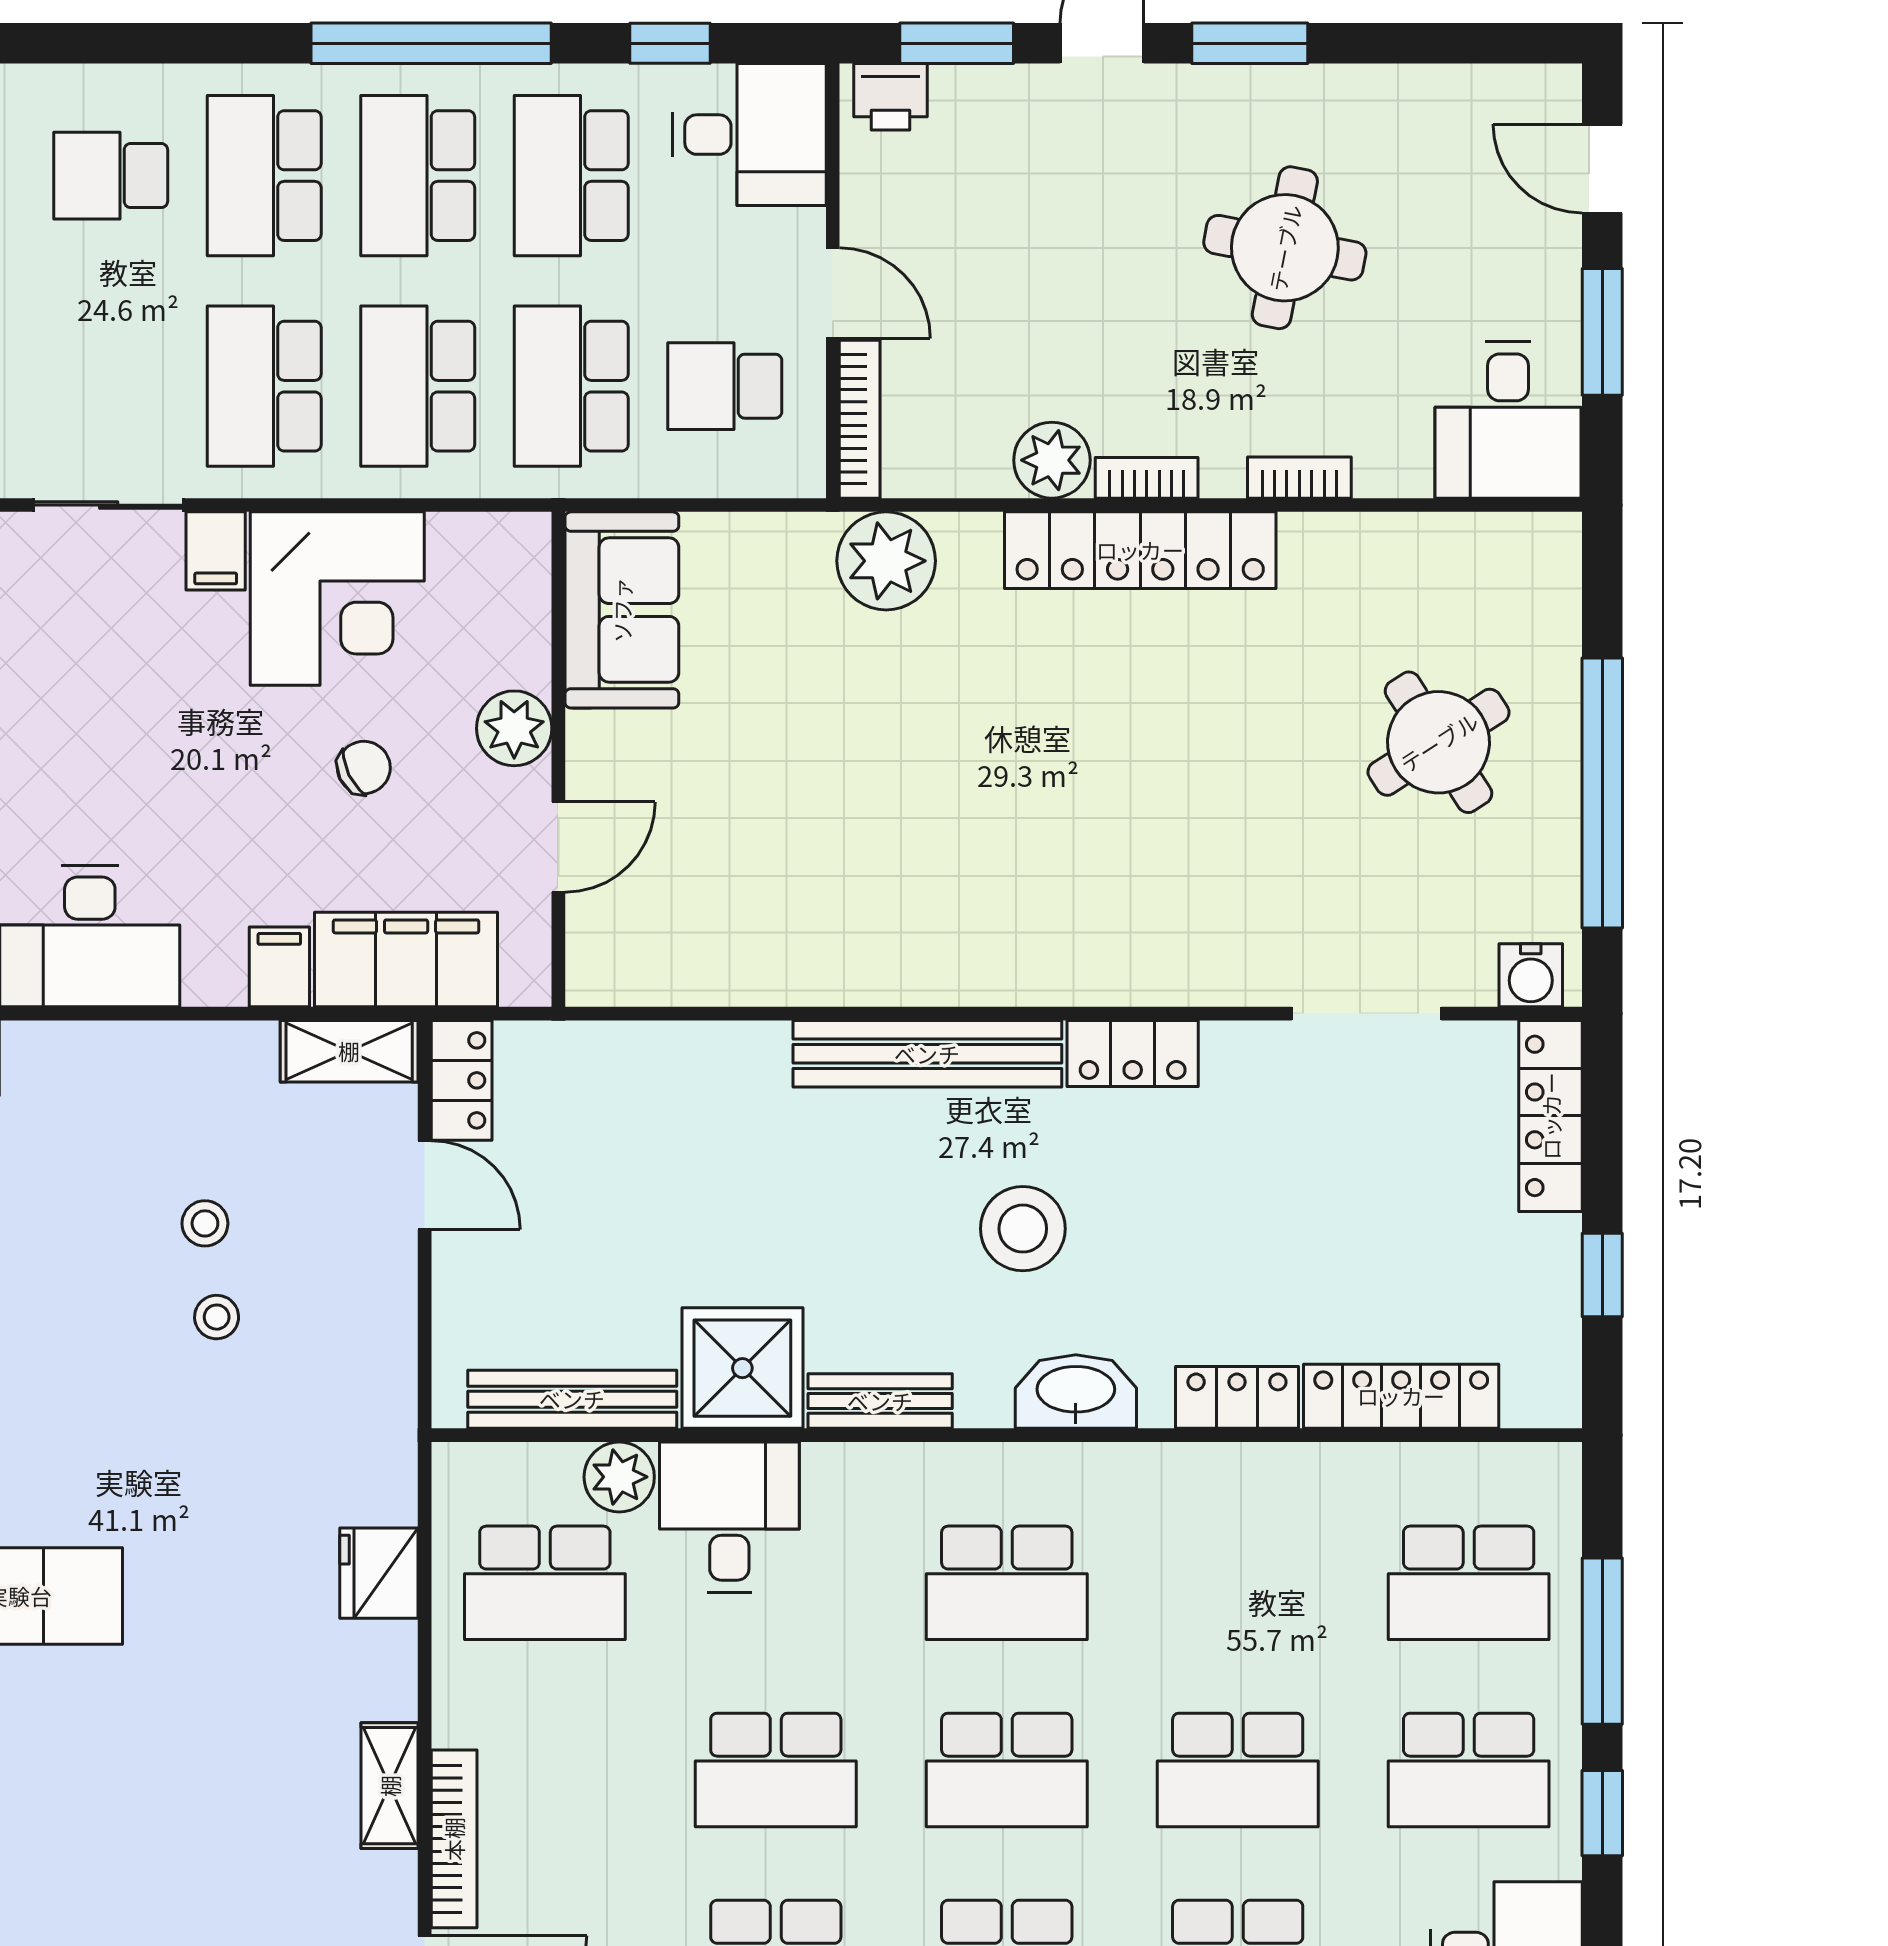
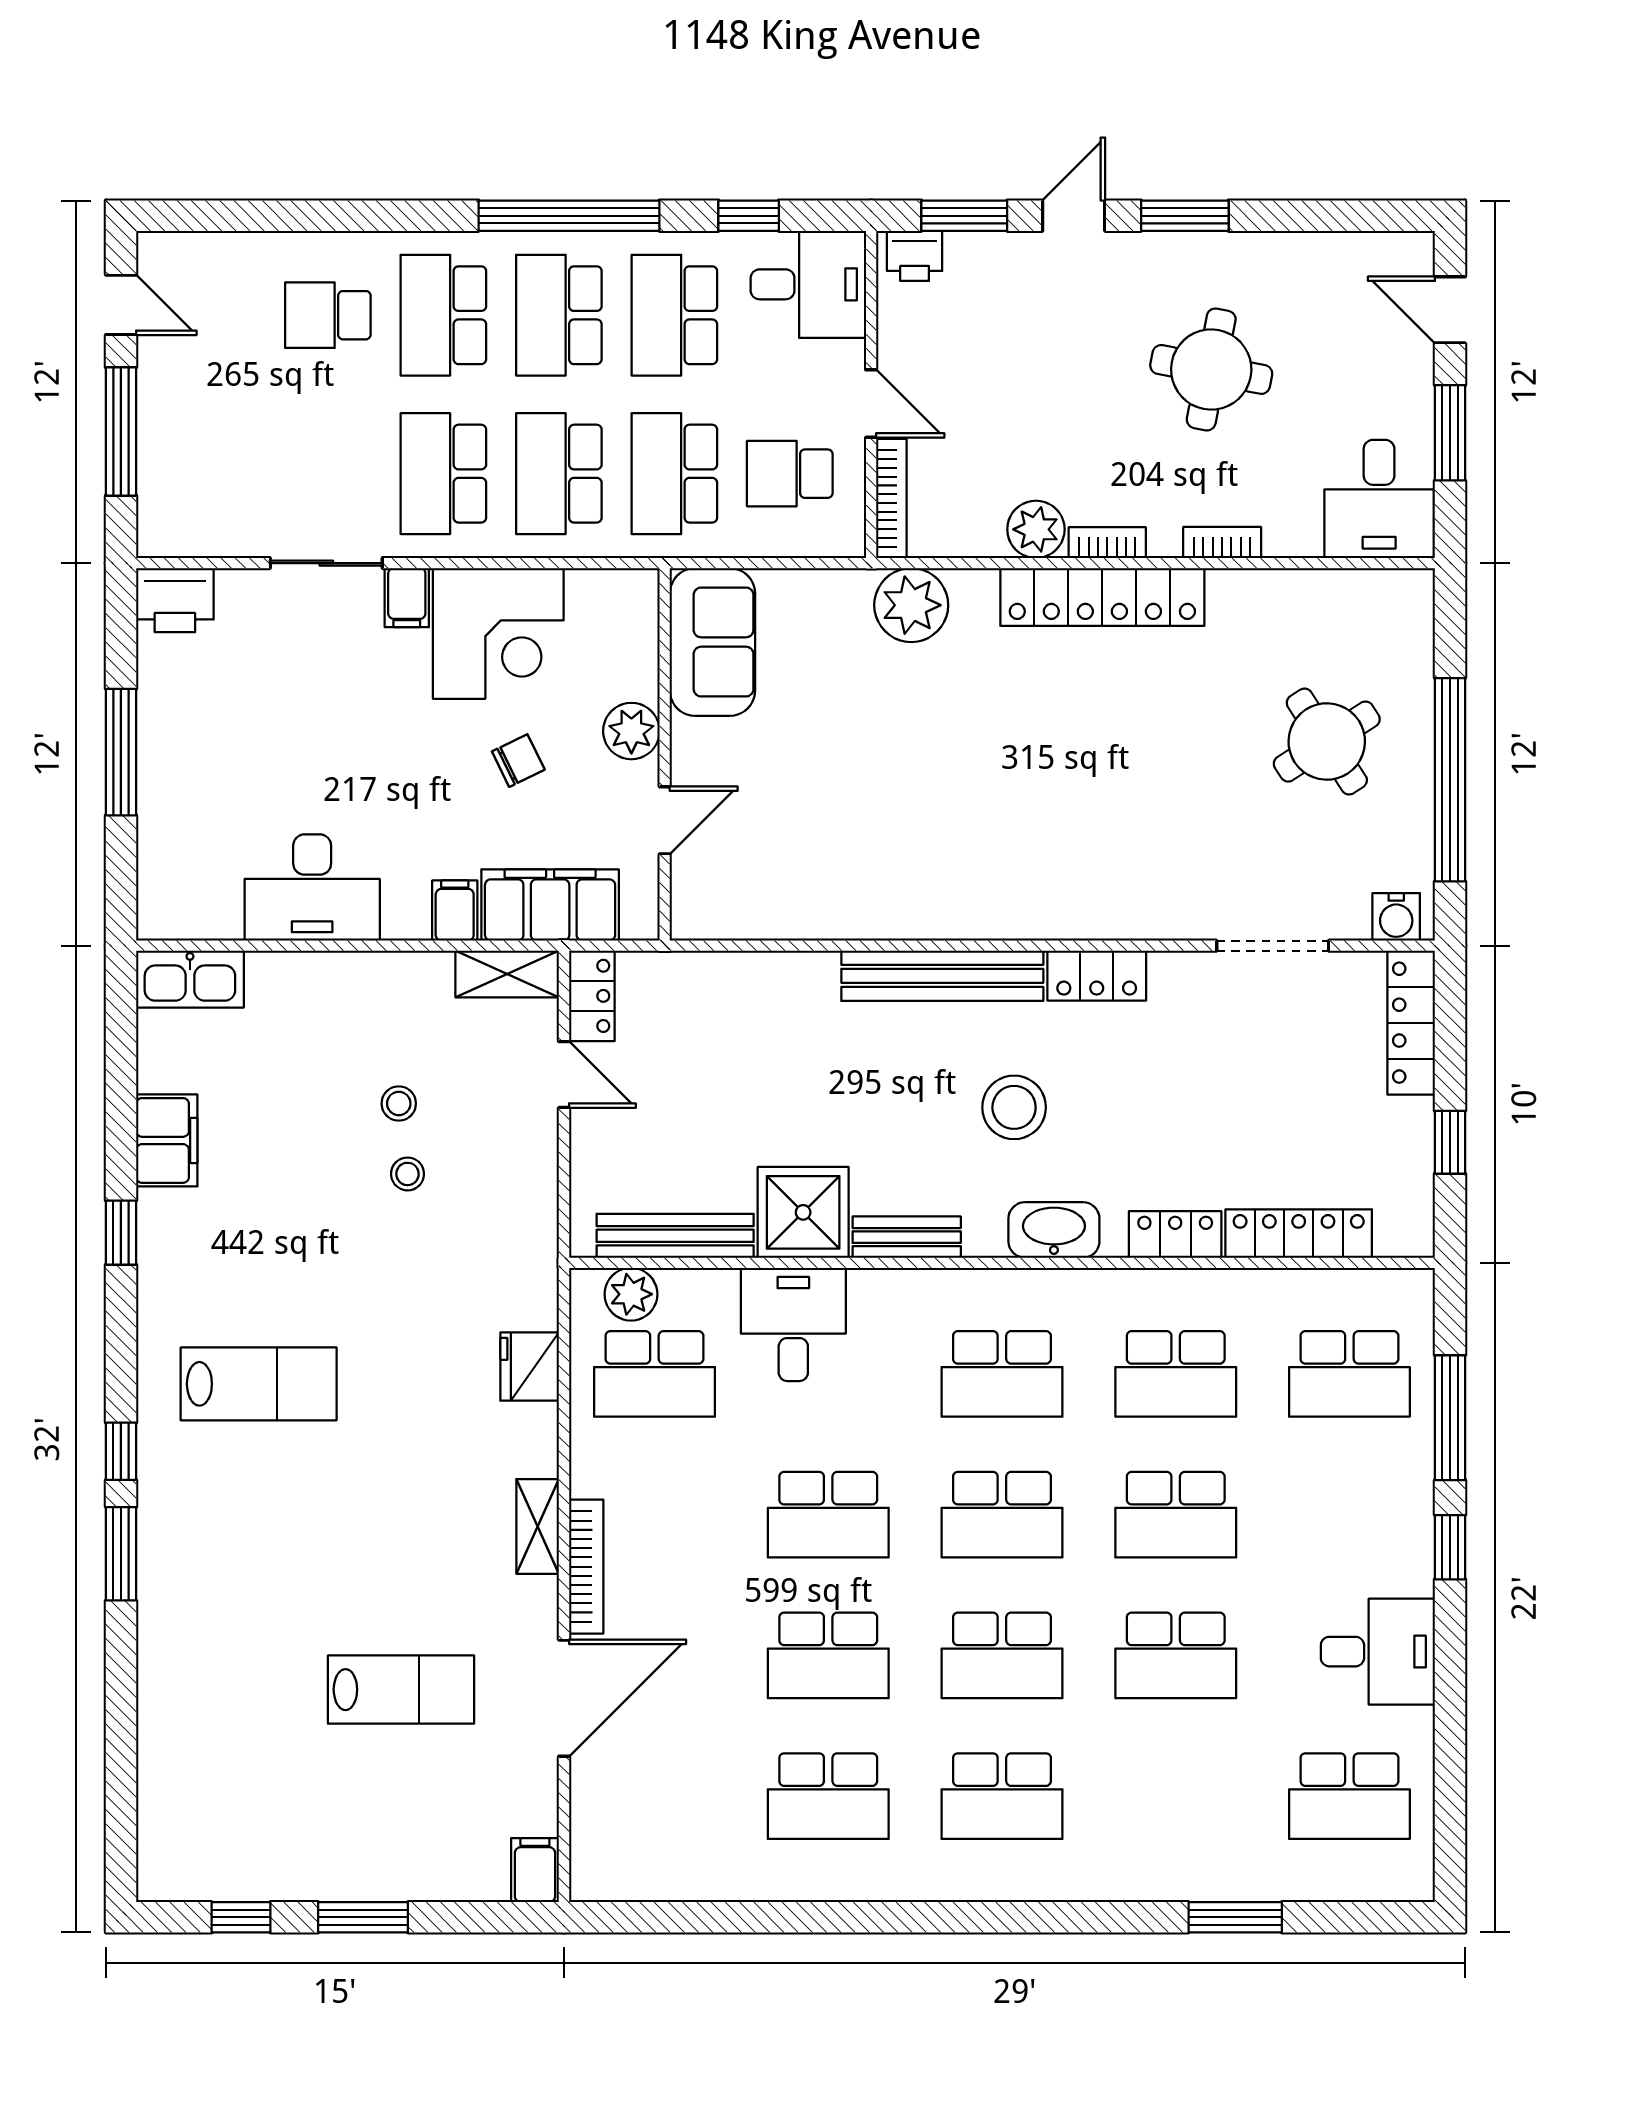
plant: (619, 1477) -> (631, 1294), moved
school desk: (1469, 1770) -> (1176, 1374), moved

